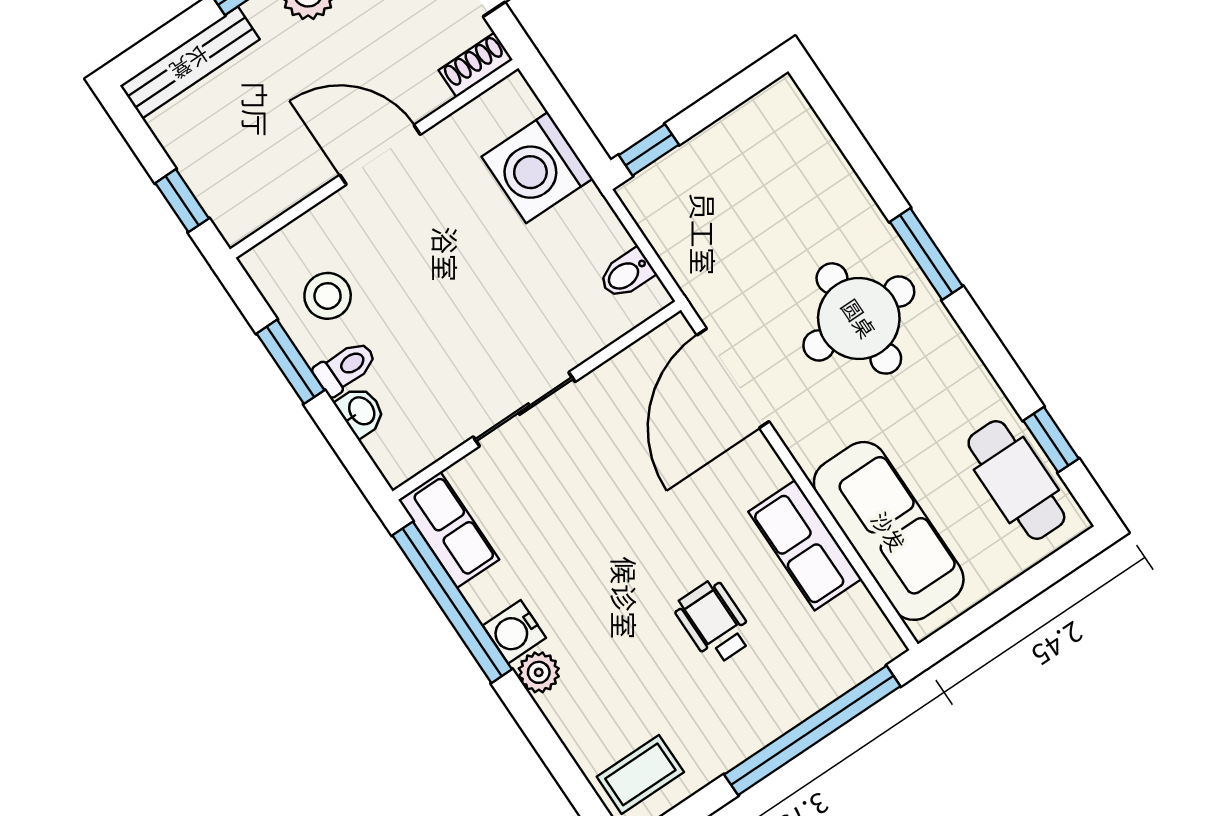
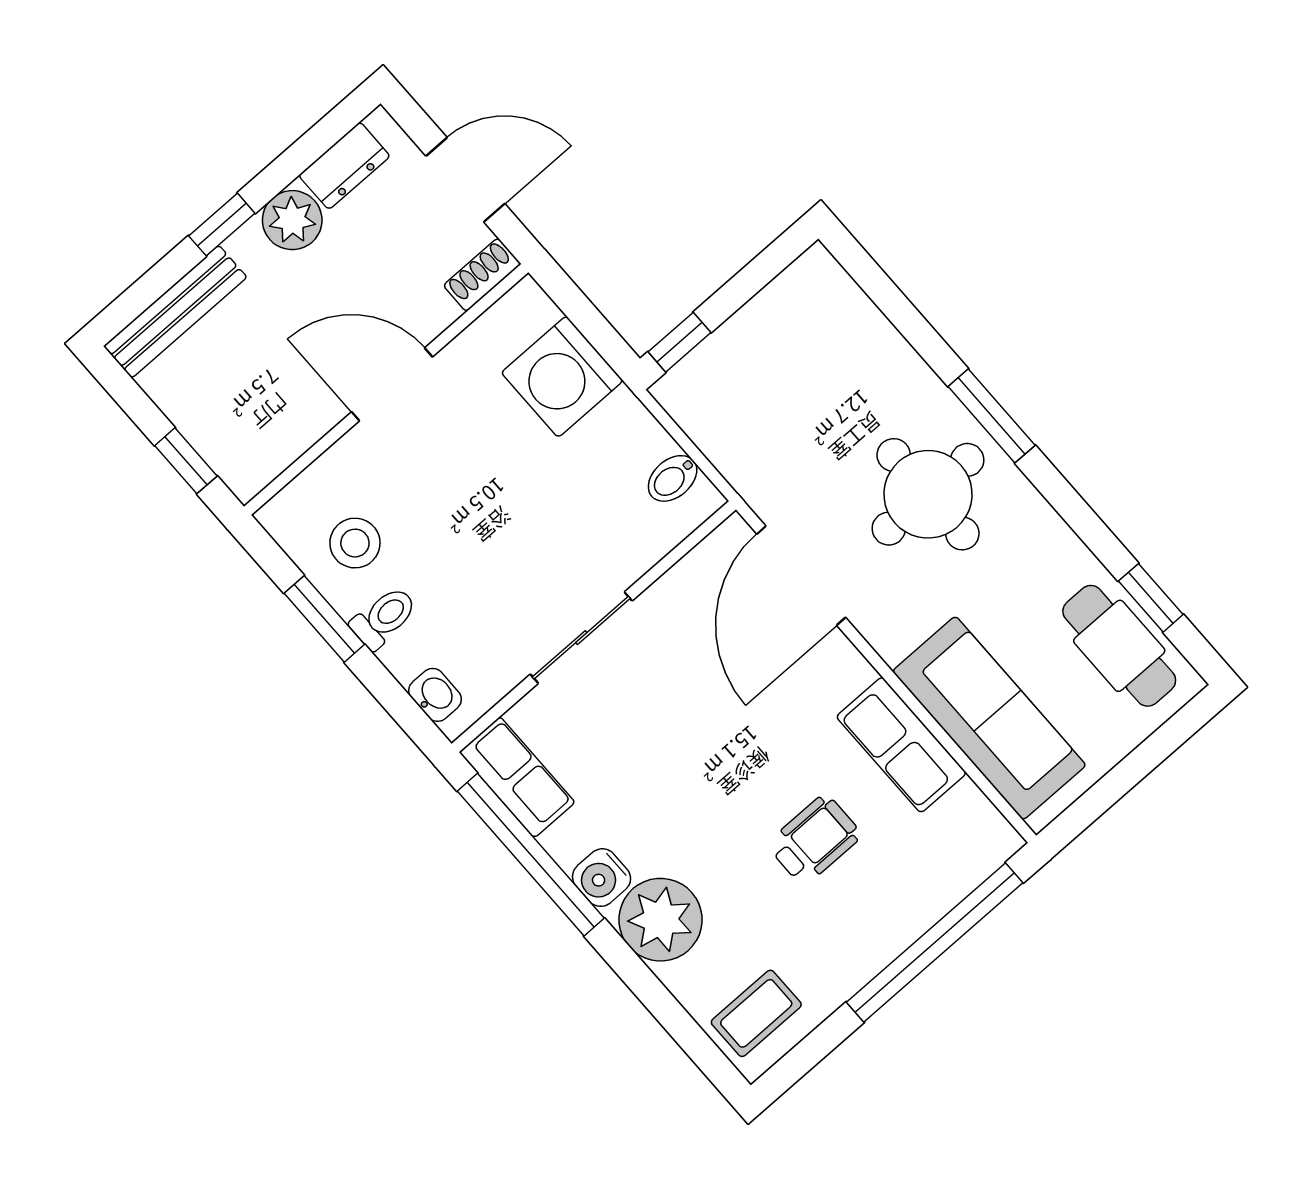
washbasin: (361, 411) -> (435, 695), moved
wheelchair: (714, 622) -> (814, 840), turned 90
plant: (539, 672) -> (661, 920), width x1.87, depth x1.87

